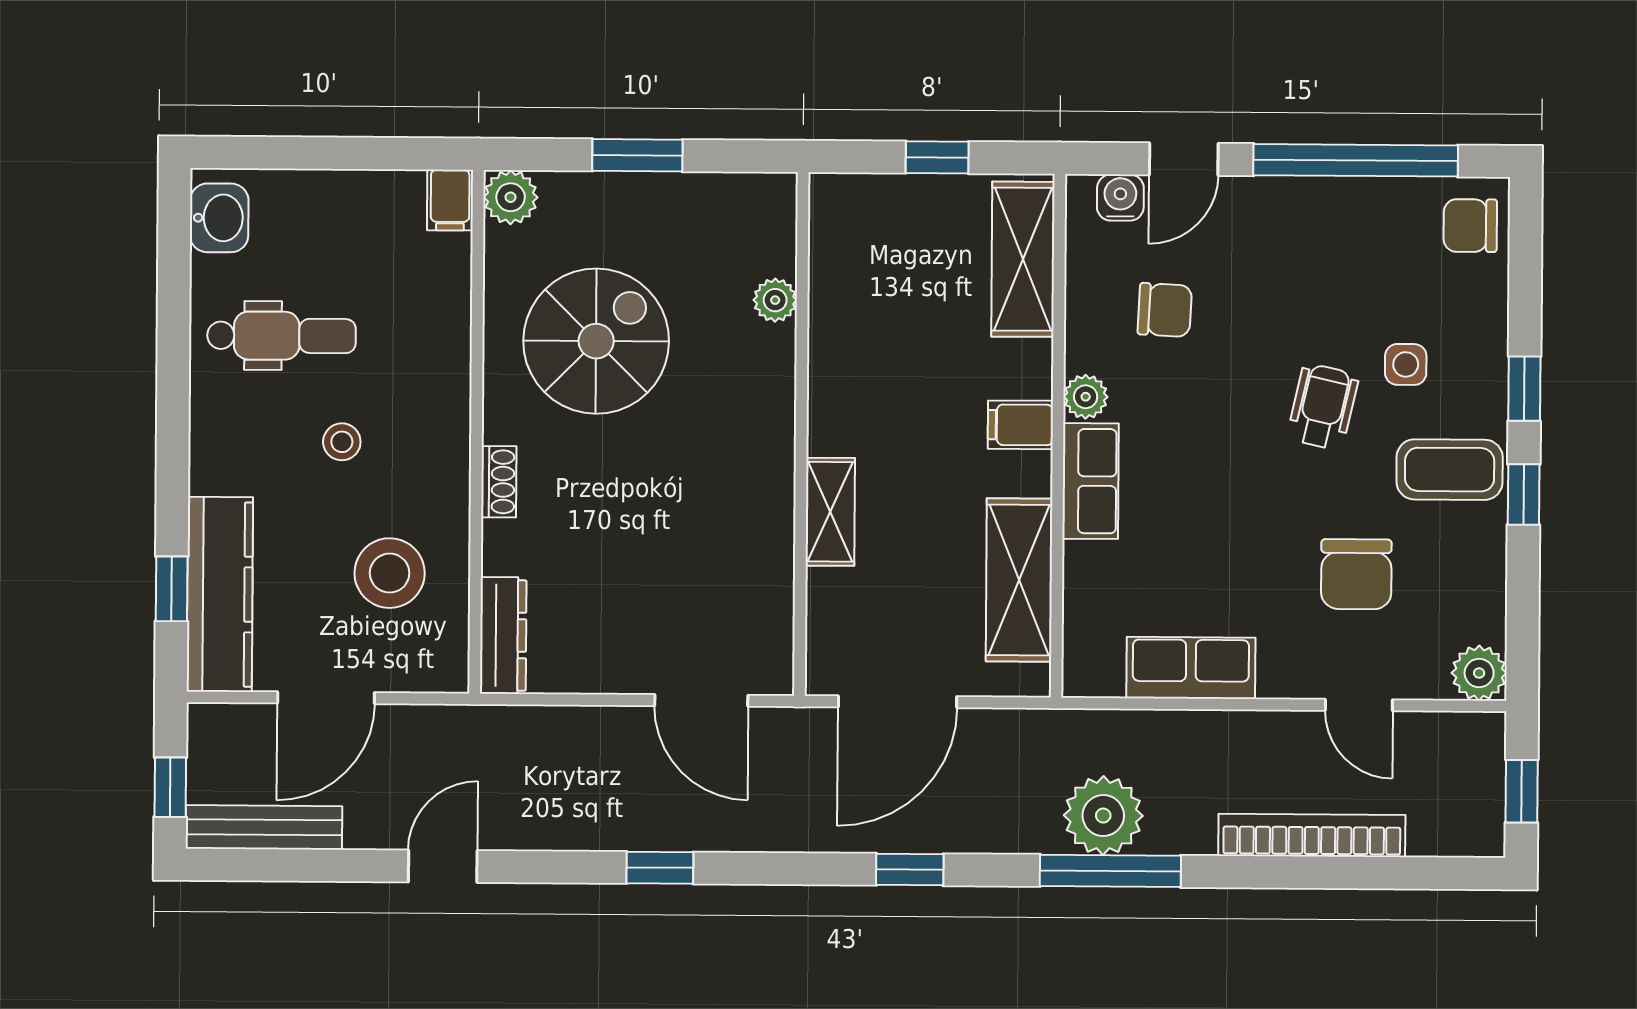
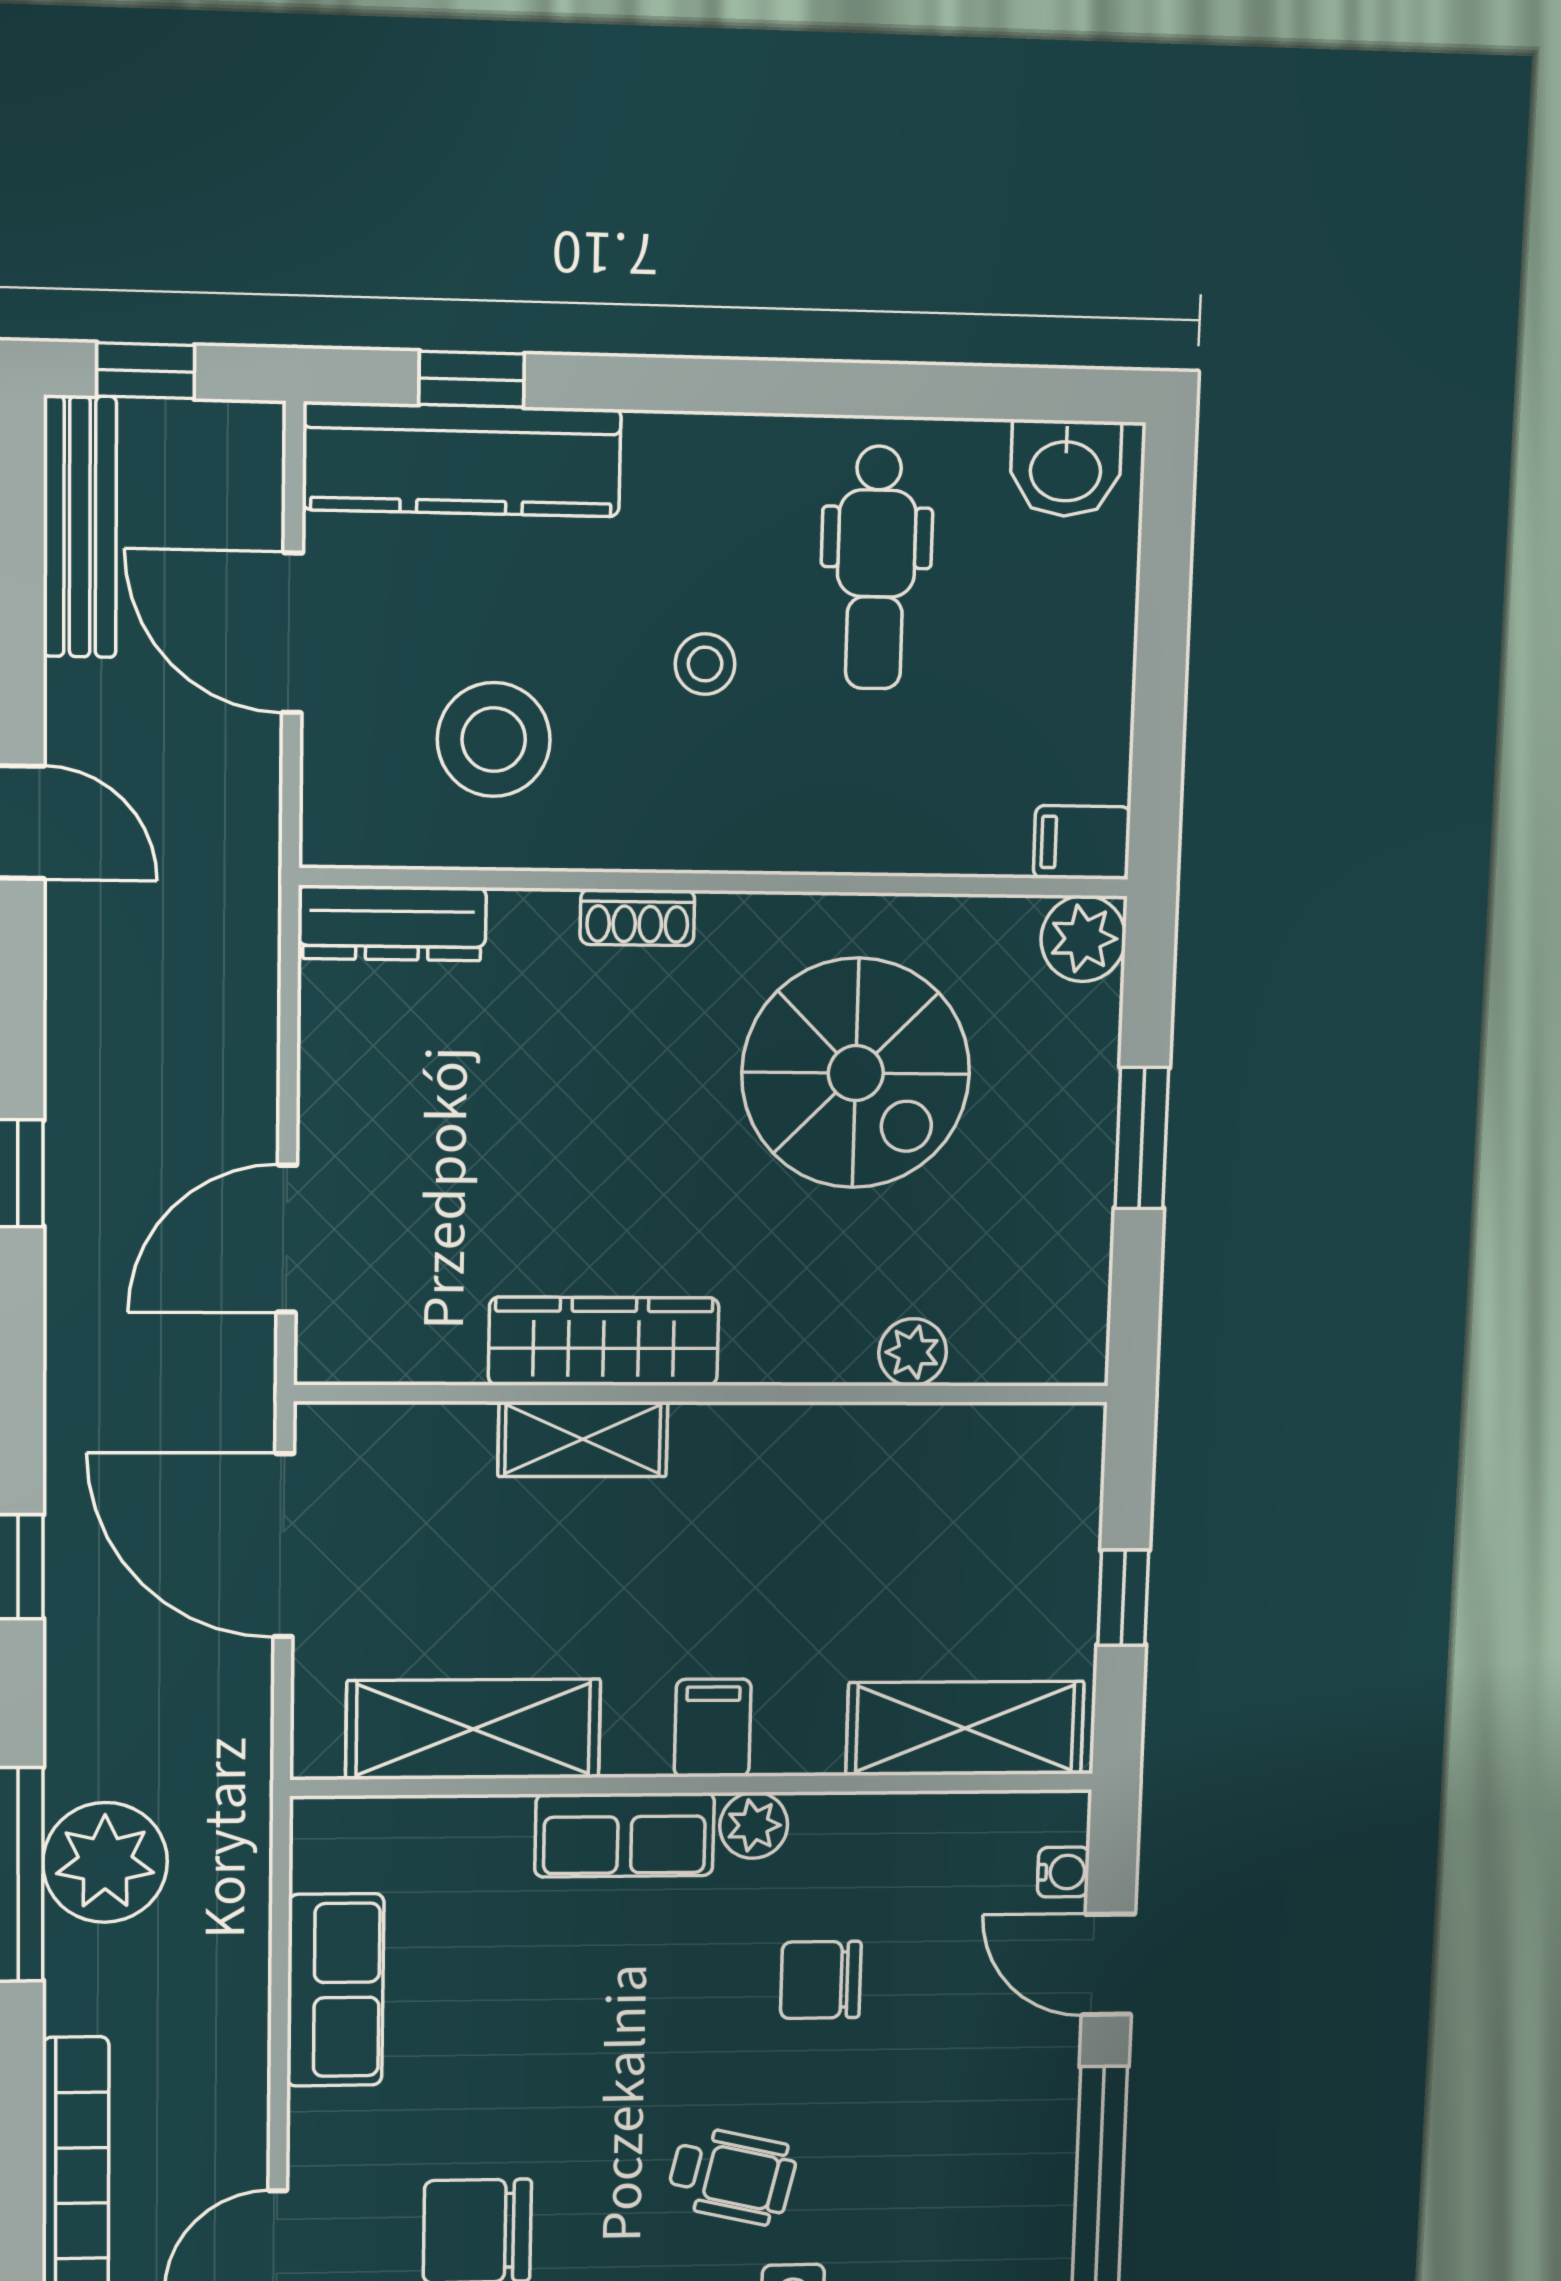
water cooler: (1120, 198) -> (1063, 1872), width x0.72, depth x0.72
chair: (1165, 310) -> (821, 1980), moved, turned 87
wardrobe: (767, 499) -> (604, 1341), added

